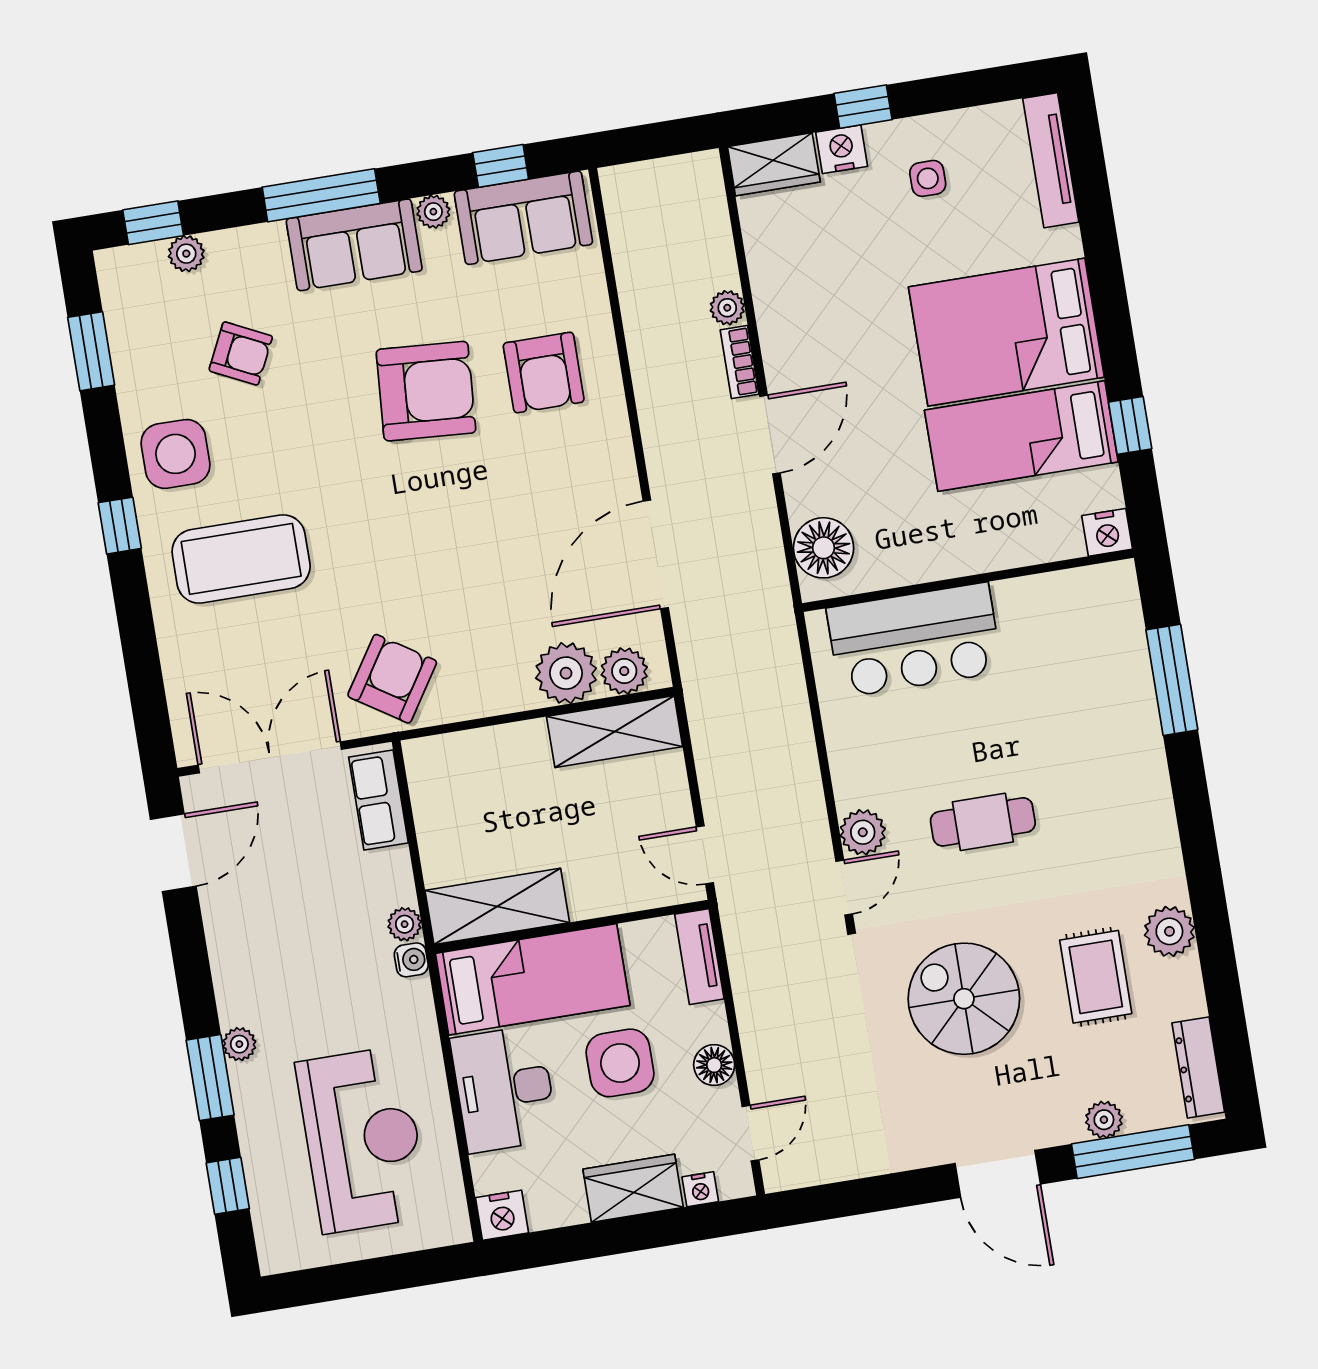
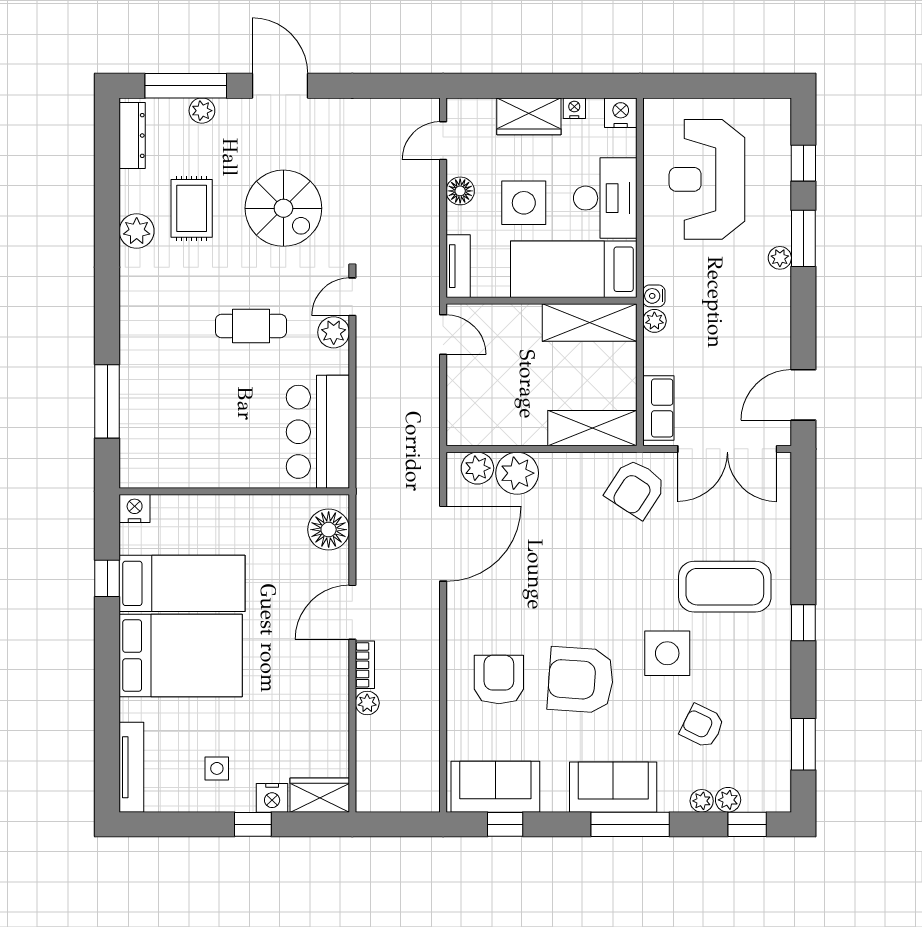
plant: (433, 212) -> (702, 801), moved
side table: (176, 454) -> (667, 653), moved
bar counter: (914, 640) -> (318, 432), moved, turned -90
shelving: (615, 732) -> (592, 428), moved
nightstand: (700, 1189) -> (574, 108), moved

